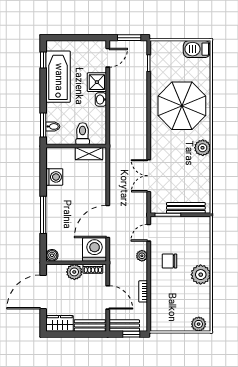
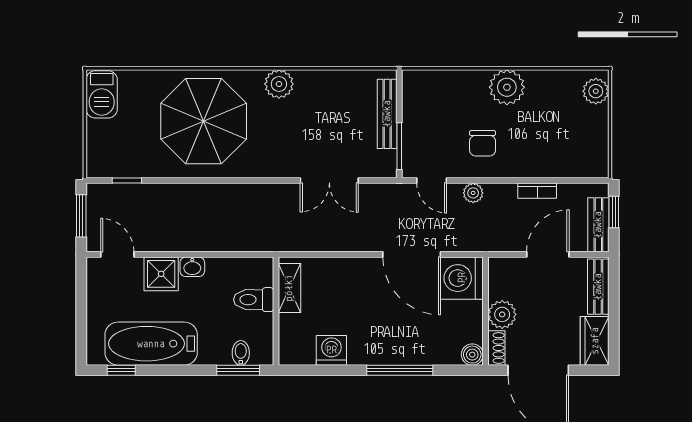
shoe rack: (93, 269) -> (496, 348), moved

